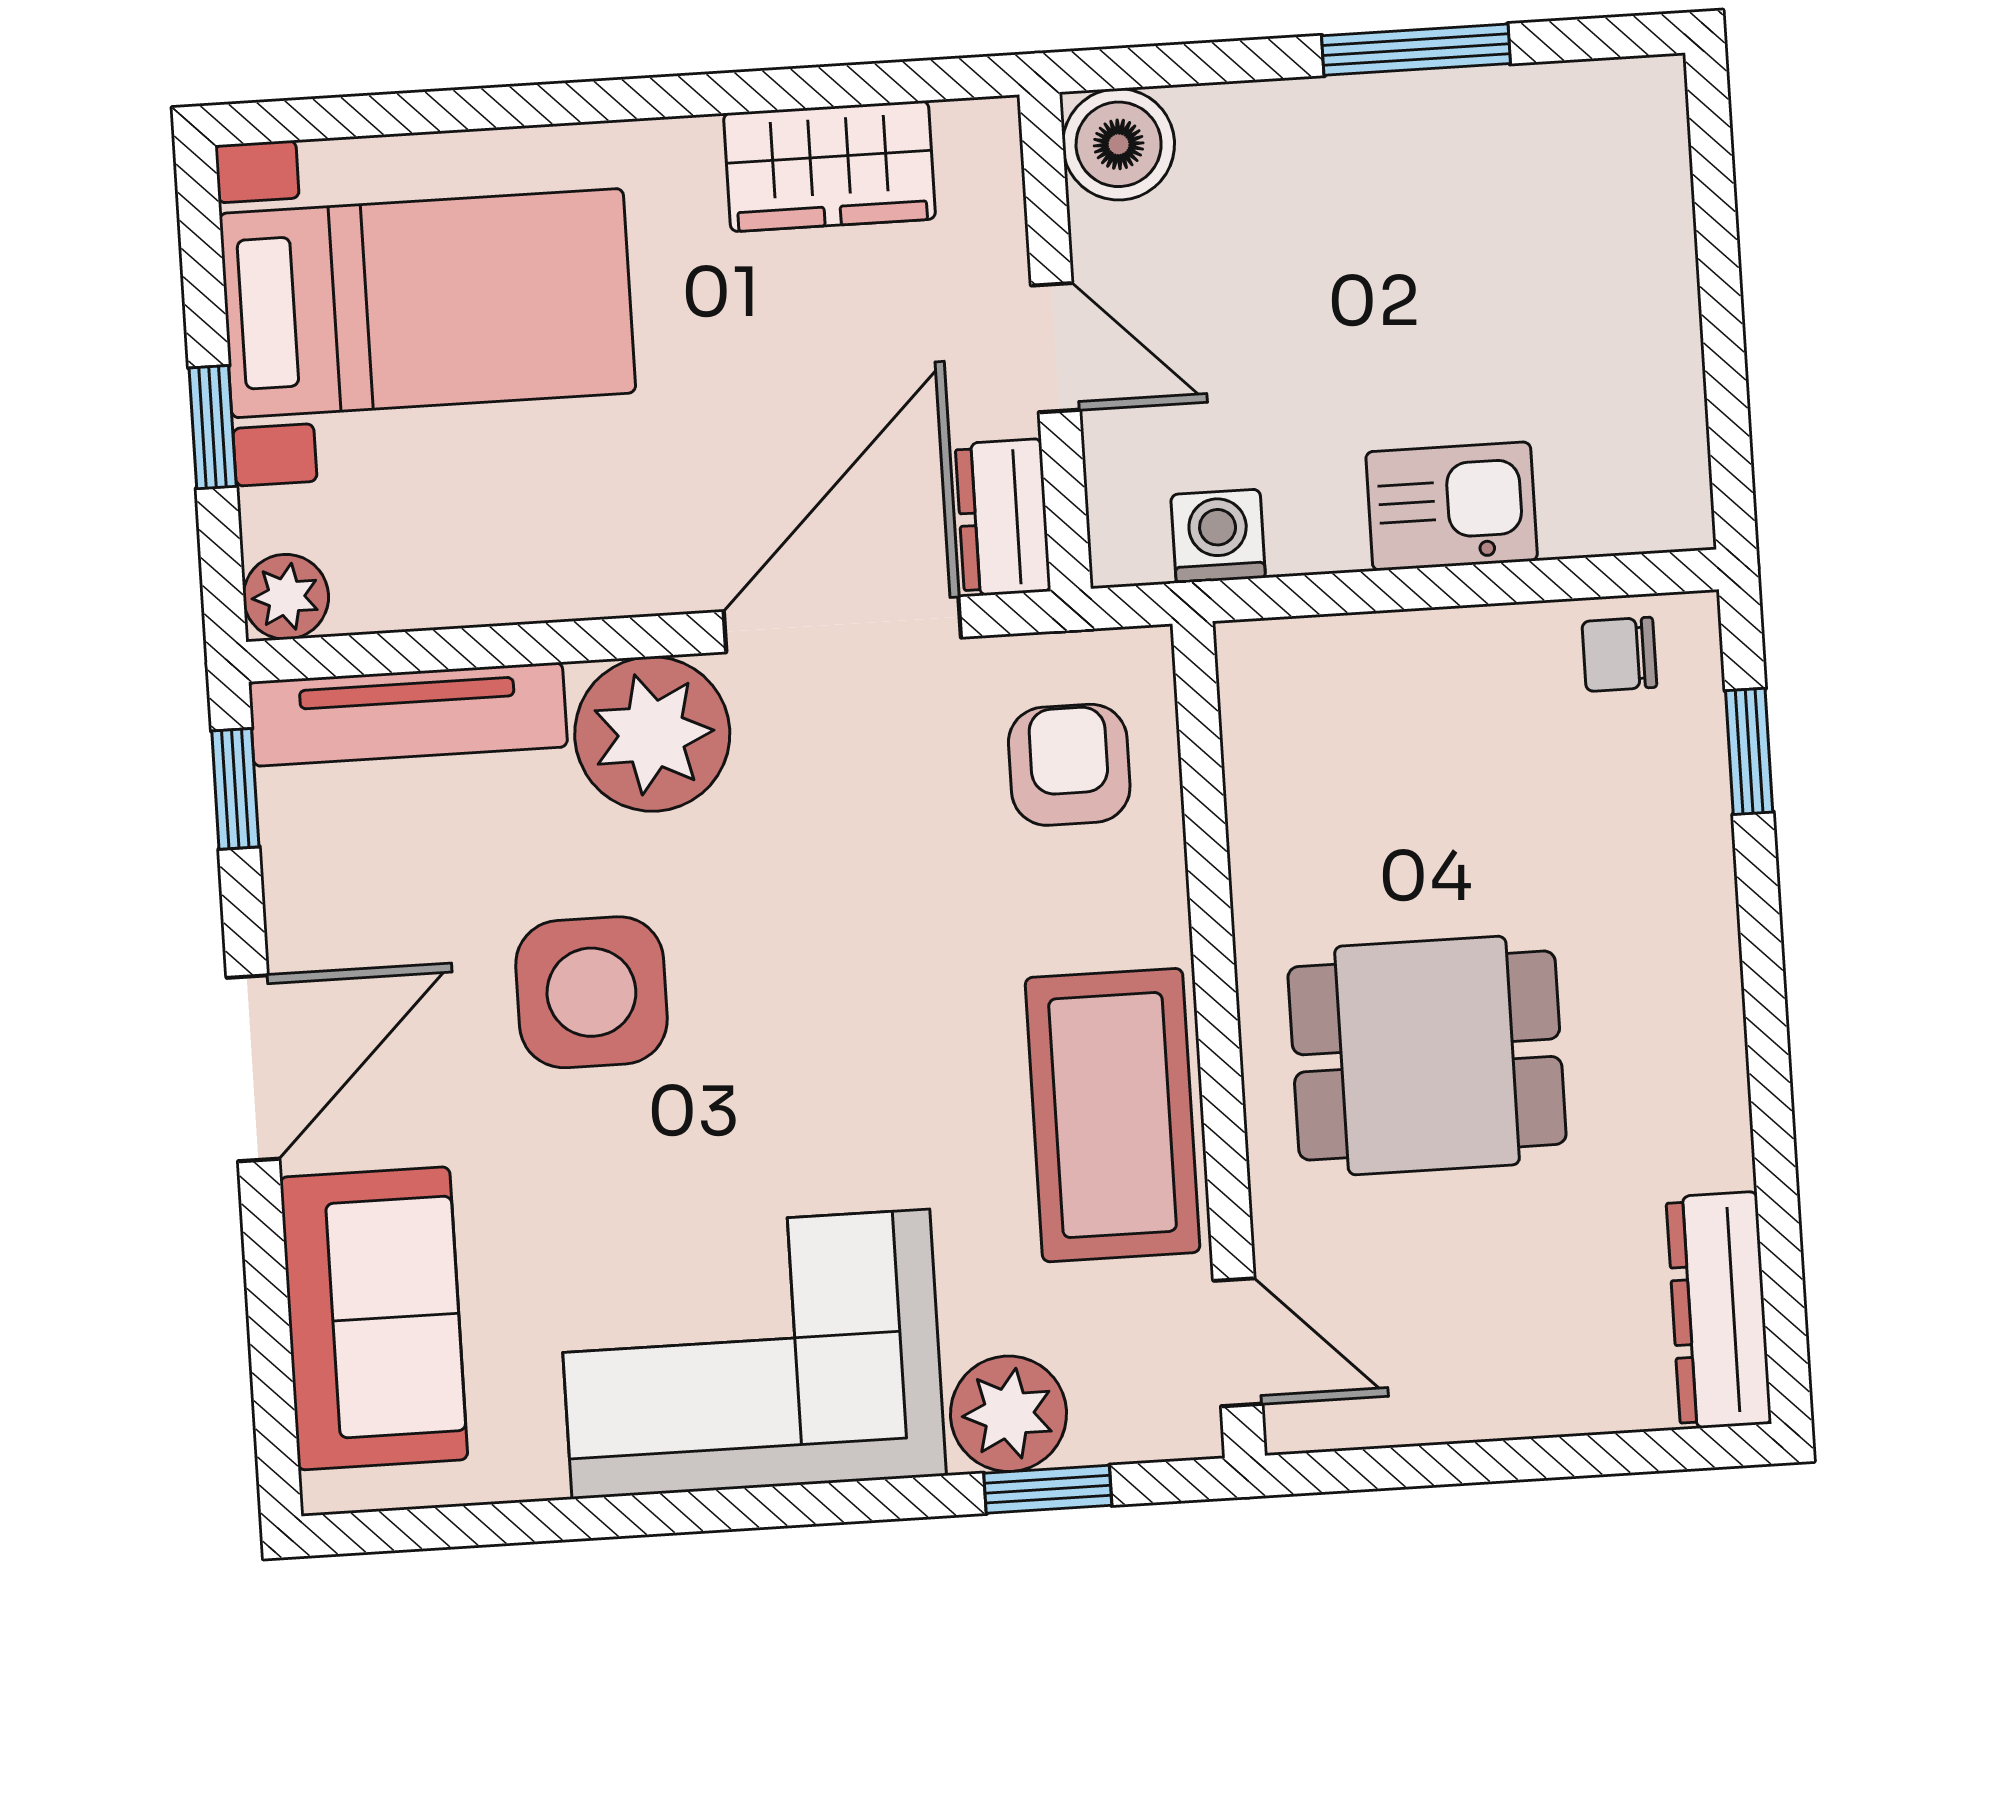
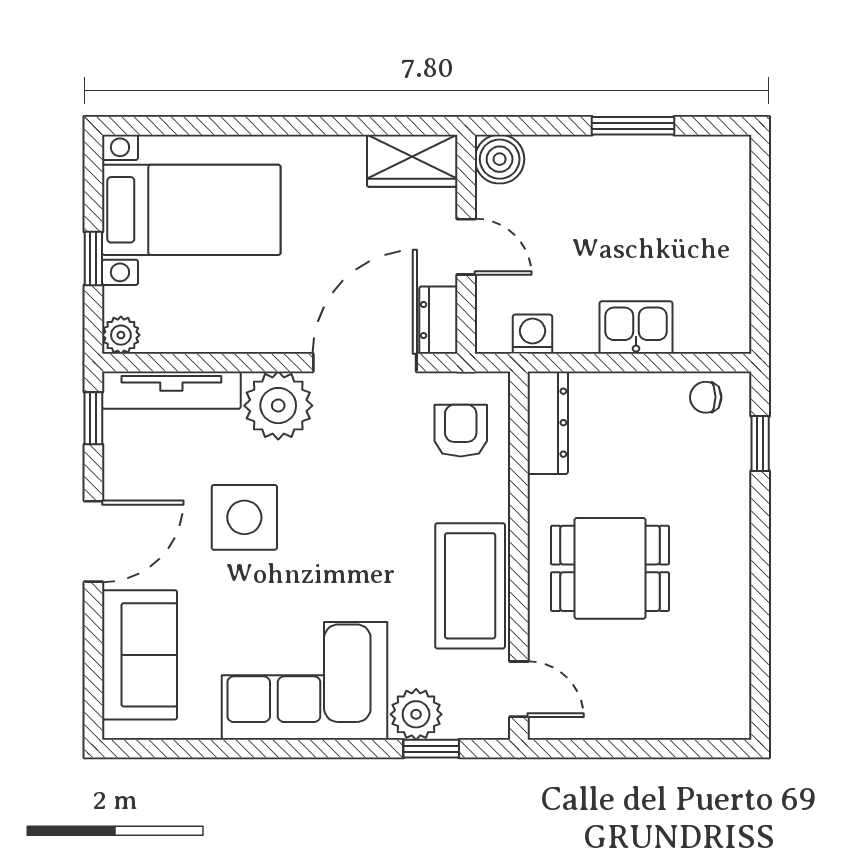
wardrobe: (830, 166) -> (412, 161), moved
dresser: (1719, 1310) -> (548, 423), moved, turned 180

